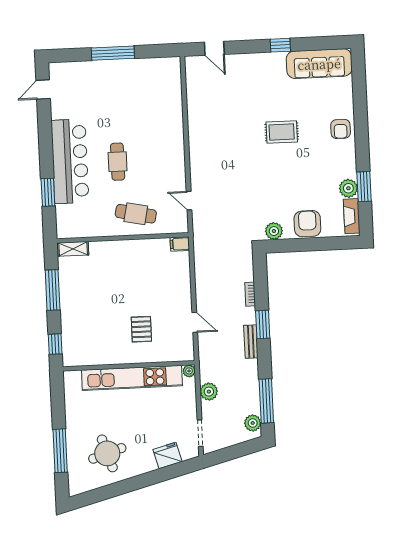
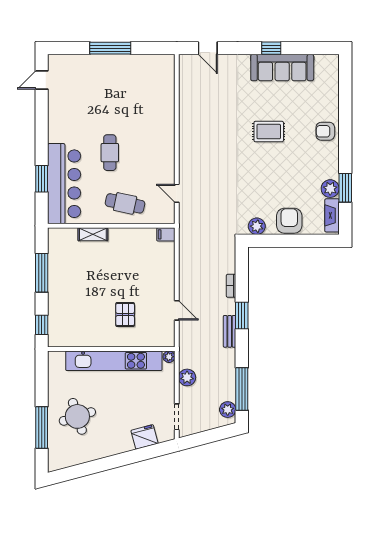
sofa: (319, 64) -> (282, 68), moved
armchair: (341, 129) -> (325, 131), turned 90
bar counter: (70, 161) -> (64, 184), moved
shelving: (73, 249) -> (93, 234), moved
round table: (107, 453) -> (77, 416), moved

